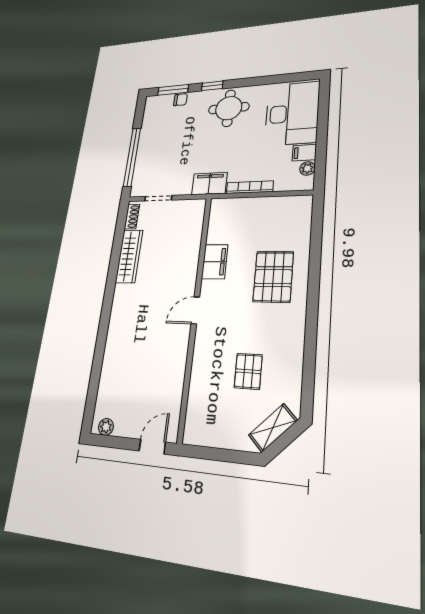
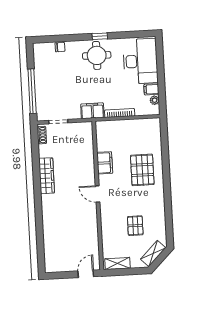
window: (212, 86) -> (100, 36), moved
window: (173, 90) -> (53, 39), removed
wardrobe: (129, 256) -> (47, 176), moved
door: (195, 310) -> (98, 194), hinge flipped
plant: (106, 427) -> (54, 268), removed
shelving: (208, 436) -> (118, 263), added

